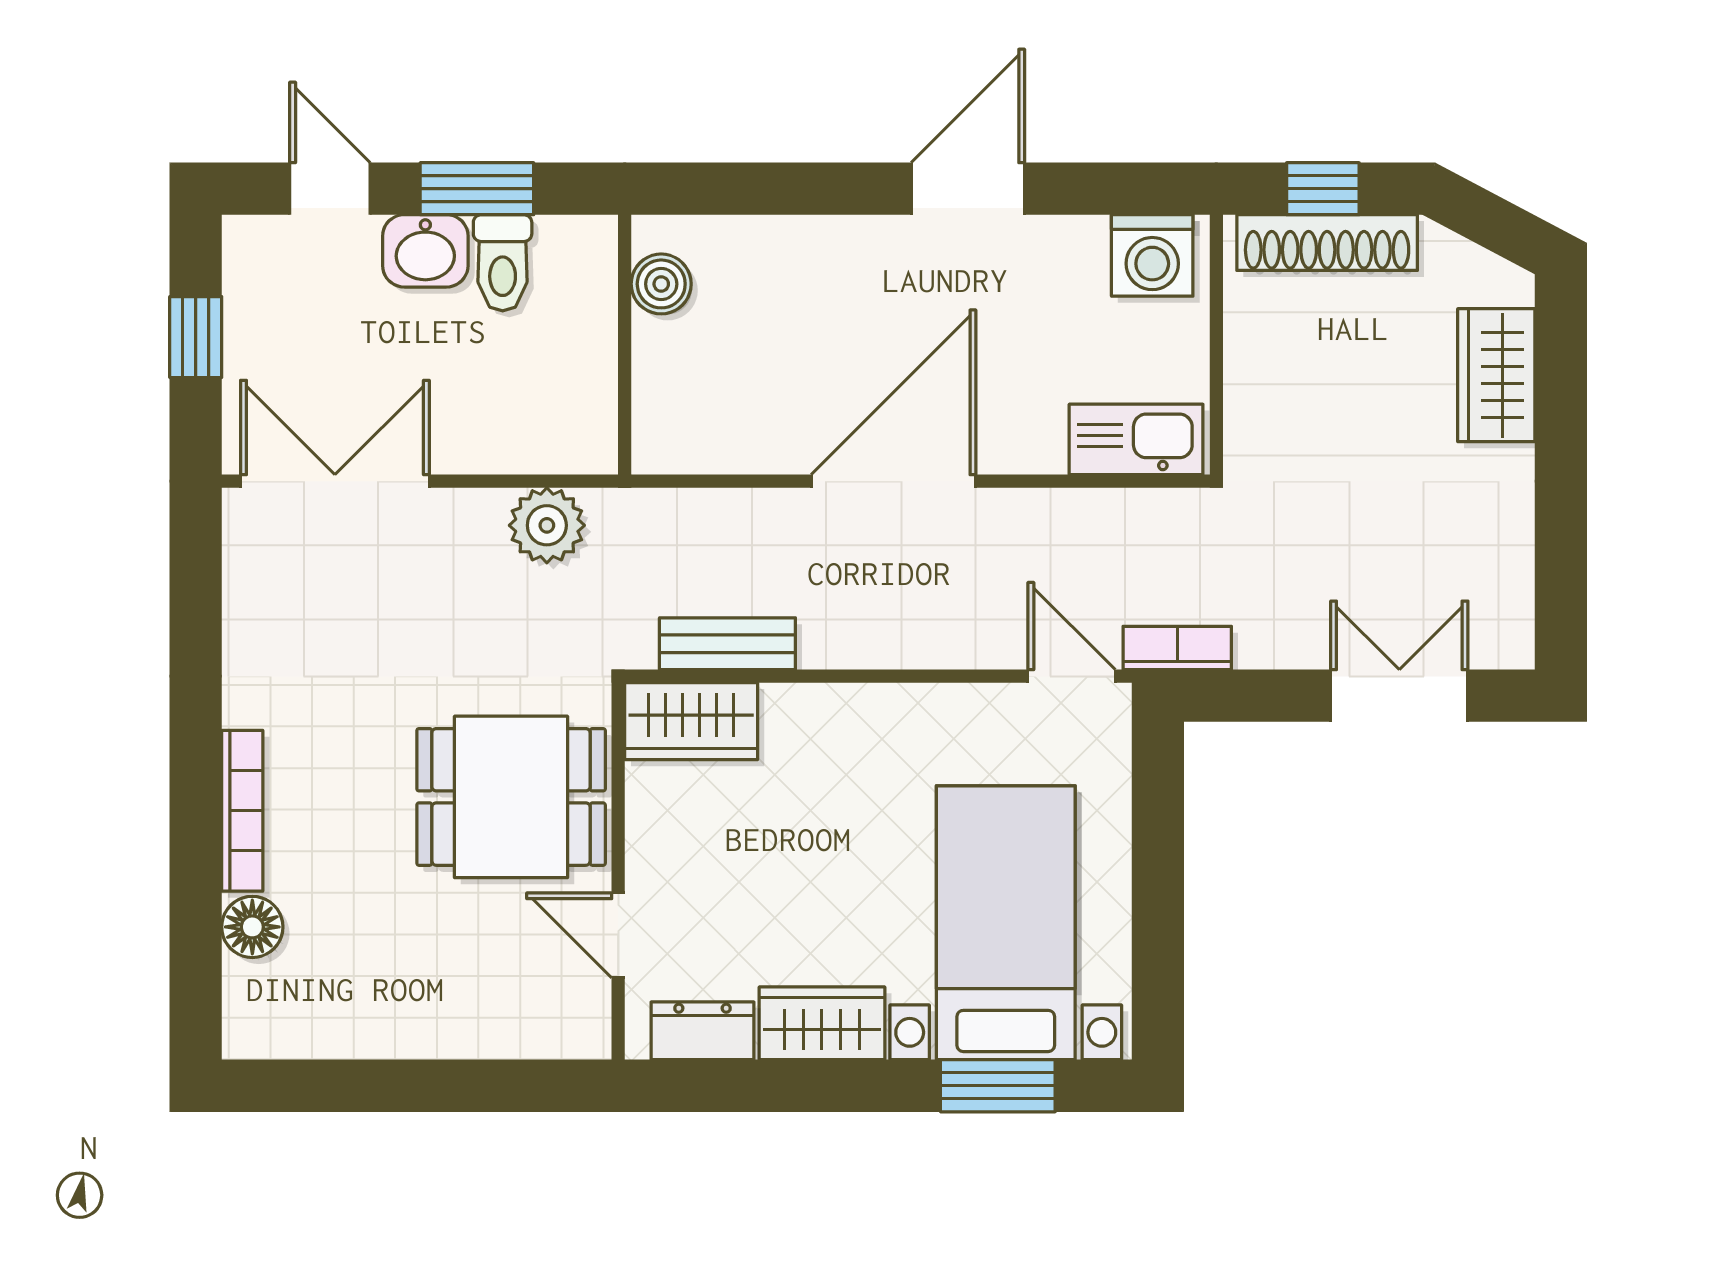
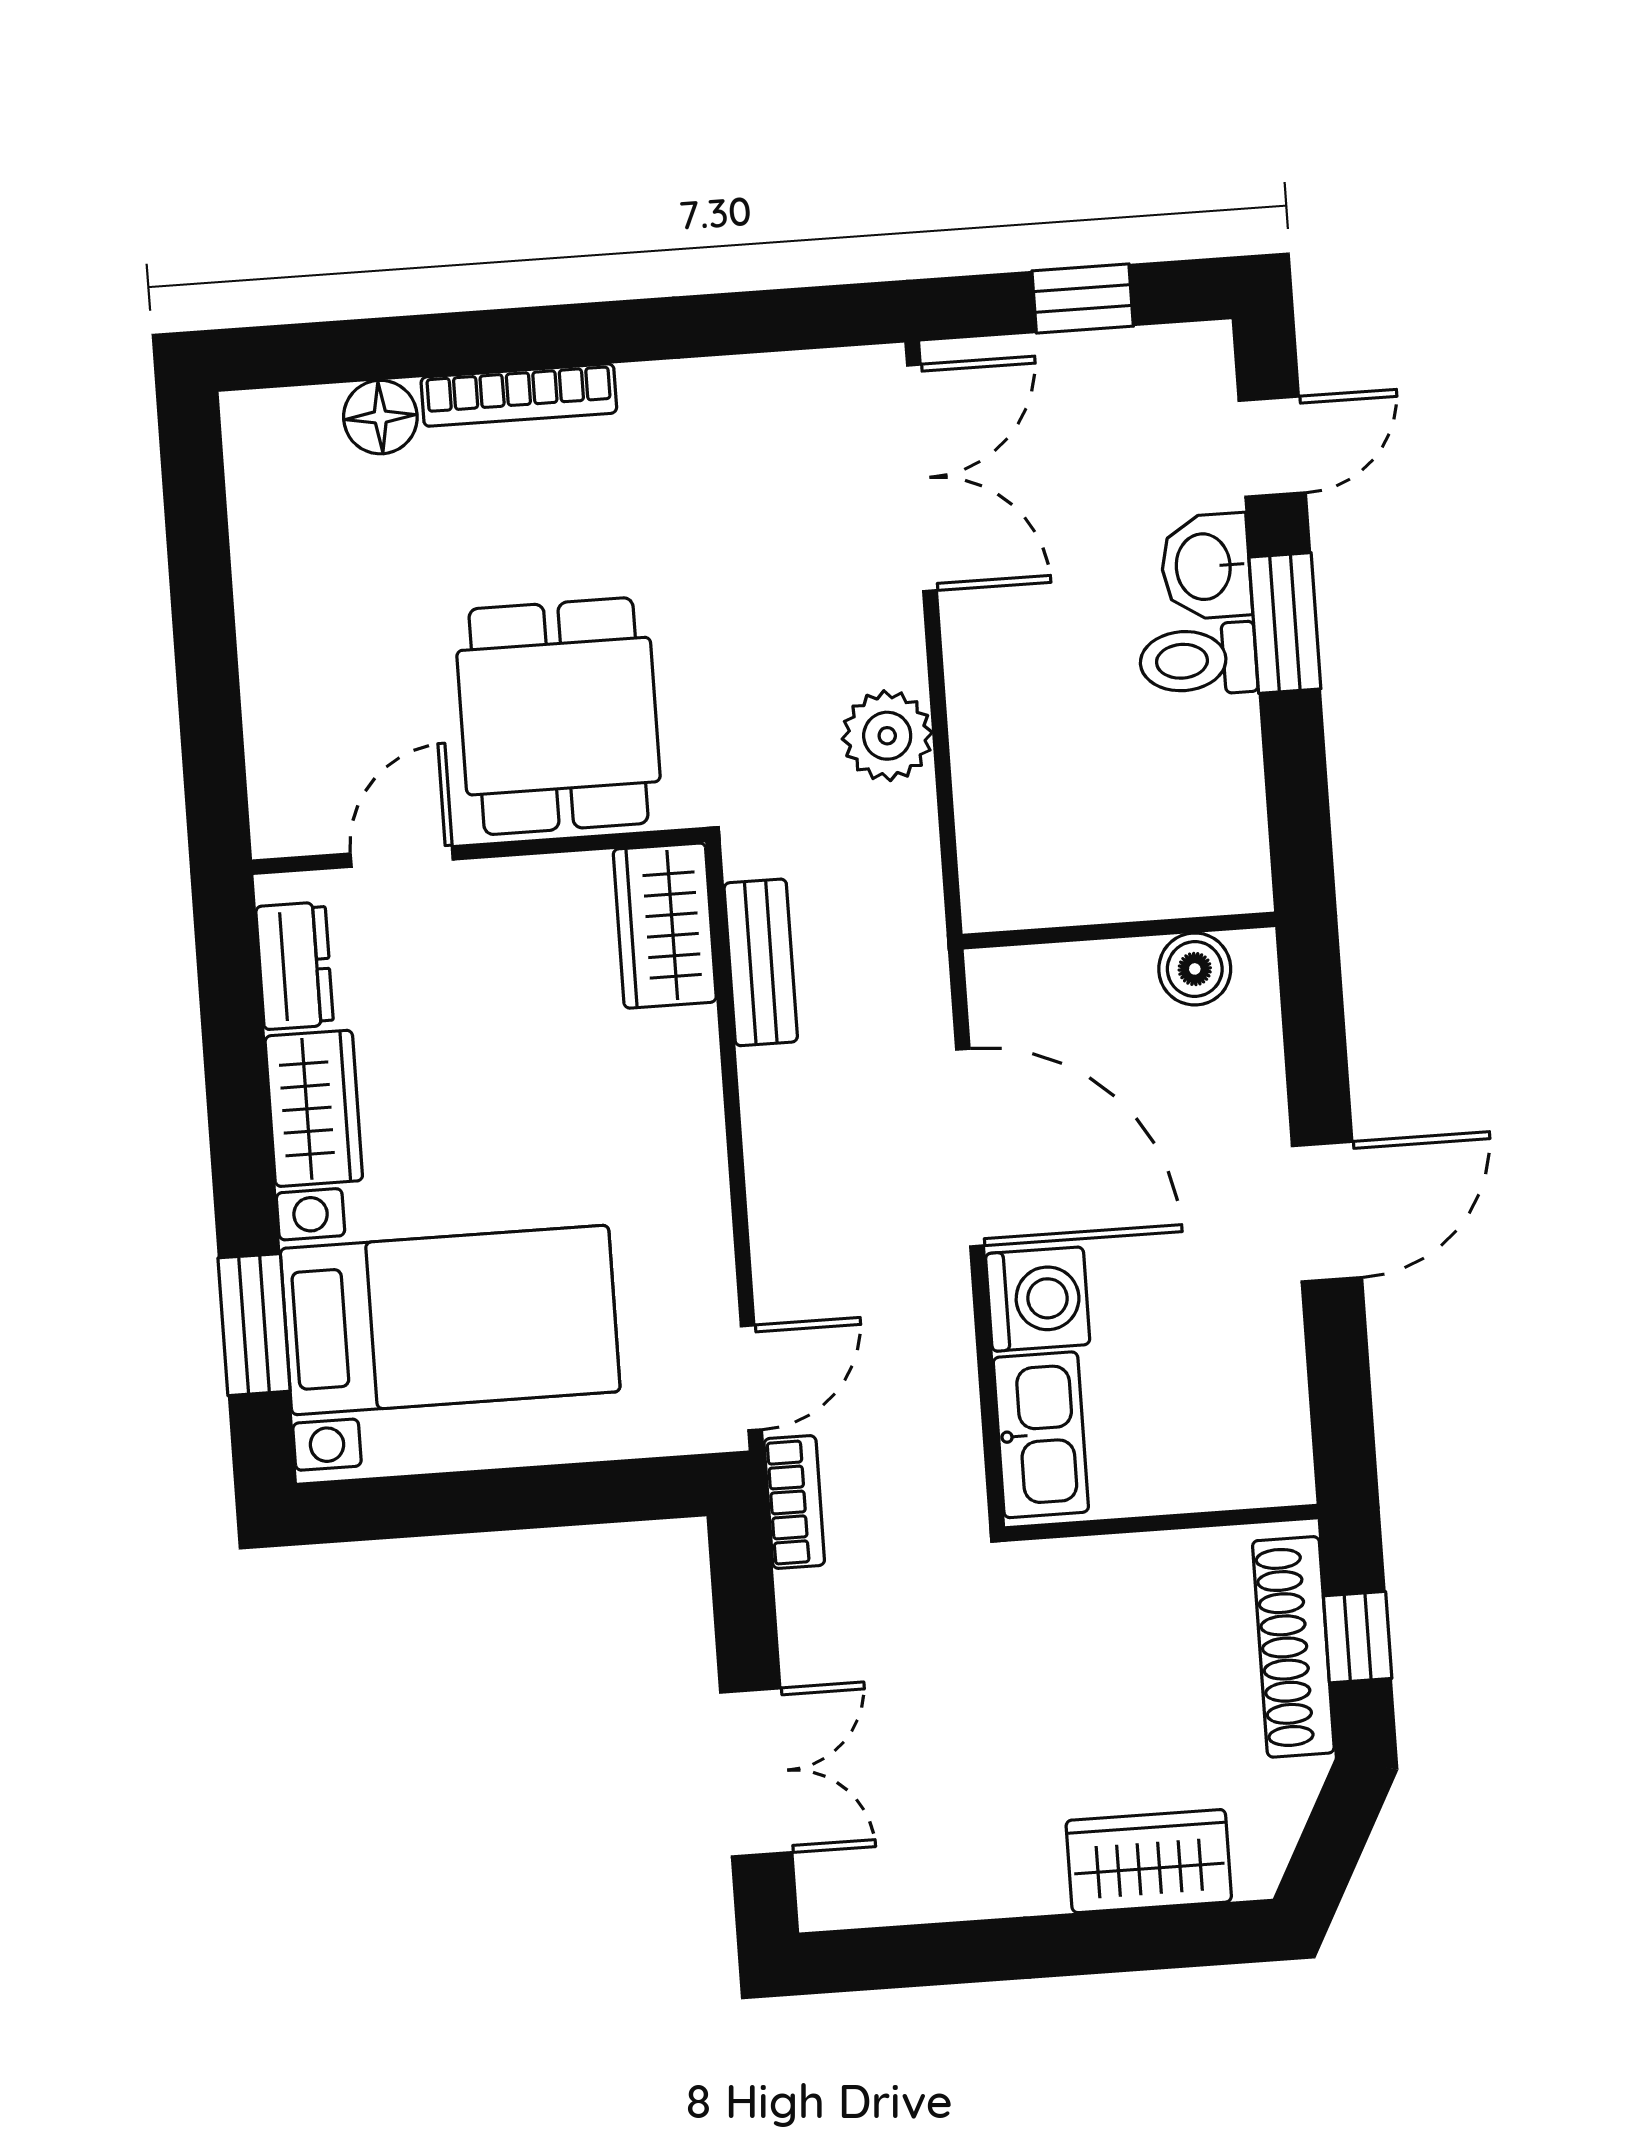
door: (968, 189) -> (1327, 1212), hinge flipped
washing machine: (1152, 255) -> (1038, 1299), moved, turned 180
boiler: (661, 284) -> (1195, 969), moved
wall: (625, 345) -> (1119, 930), moved

